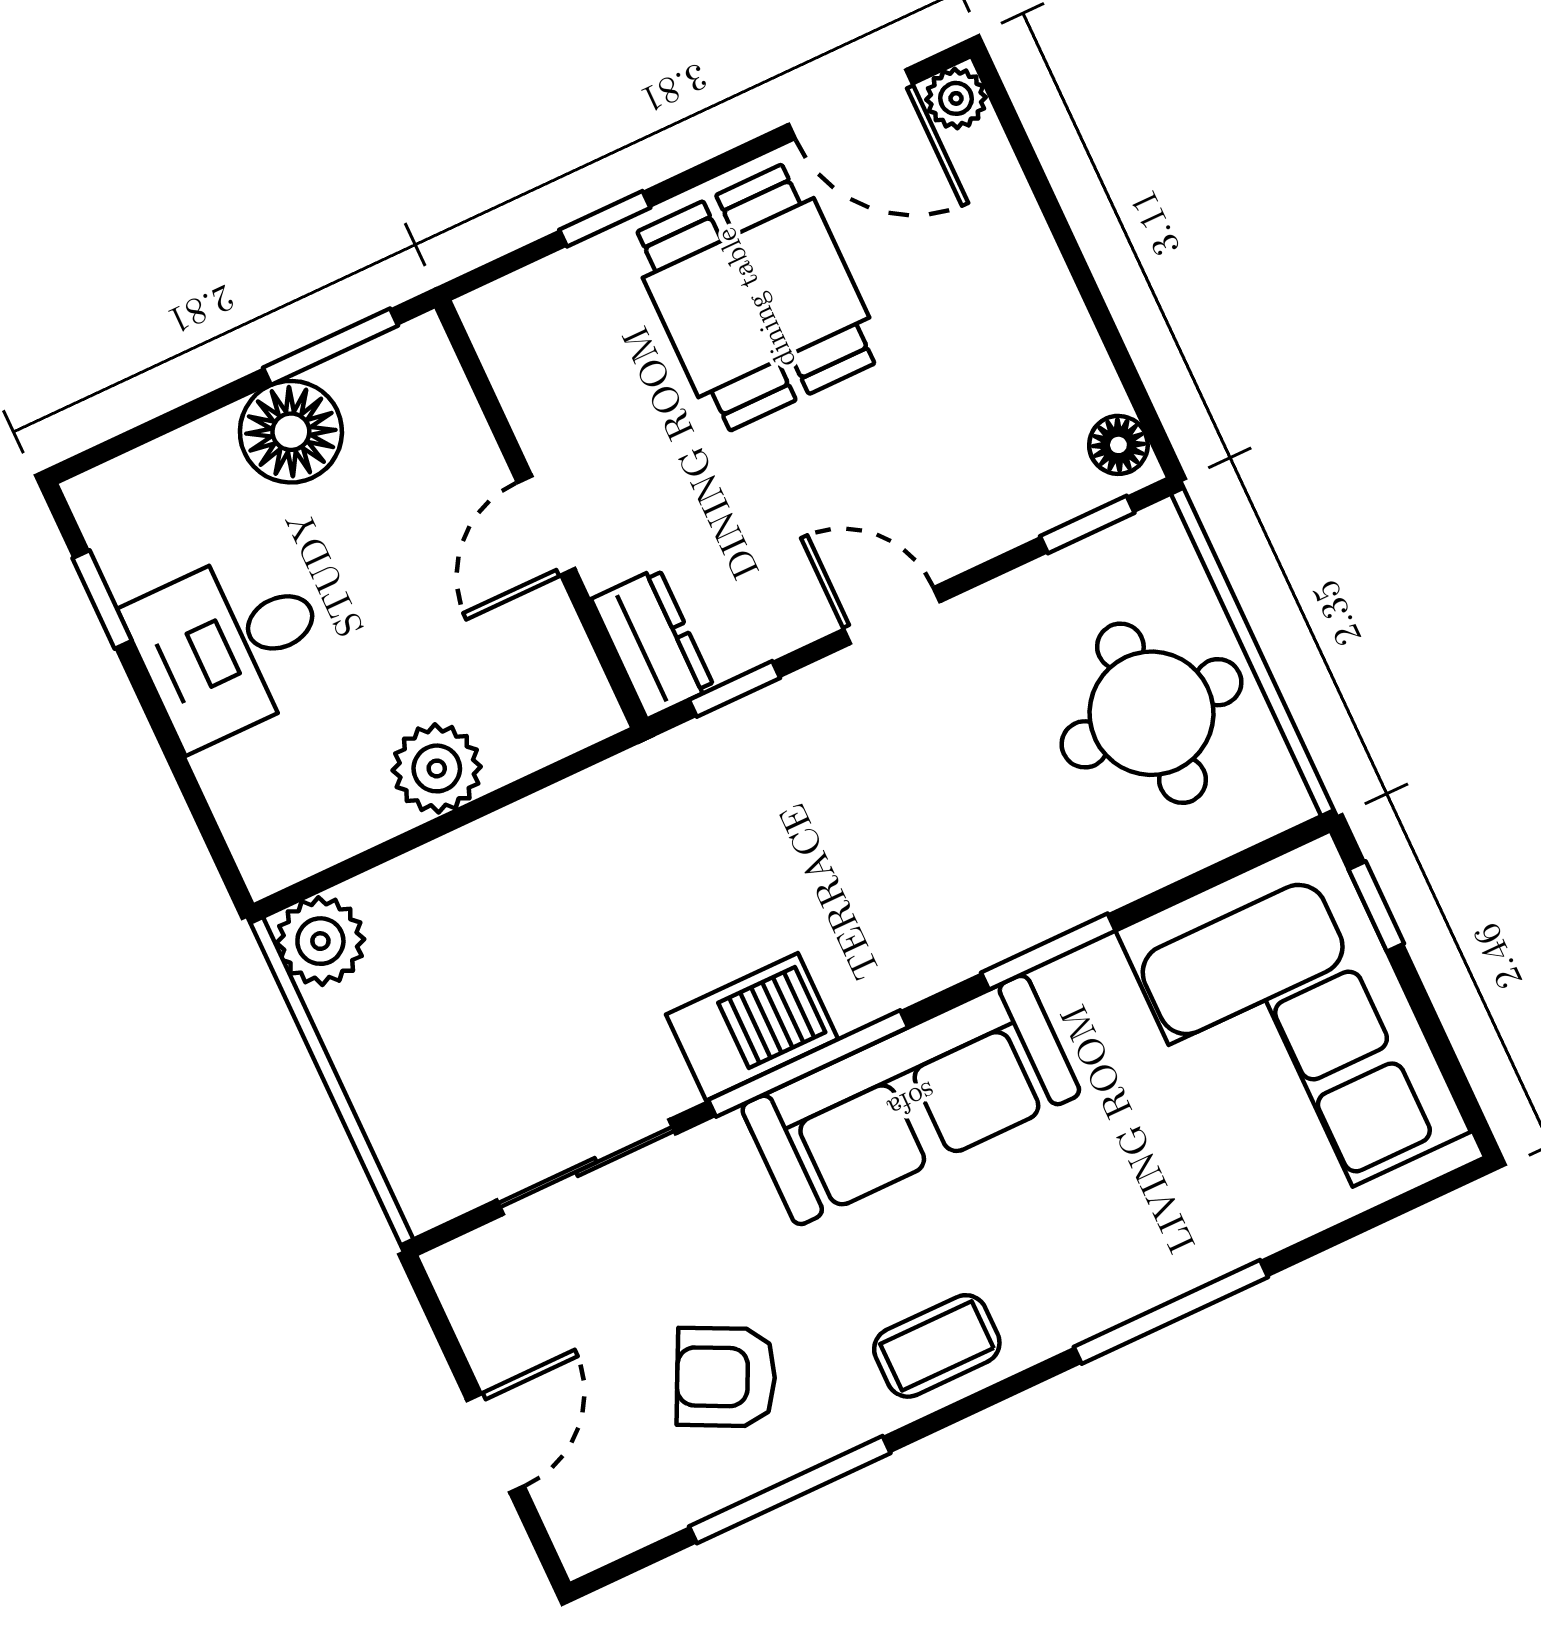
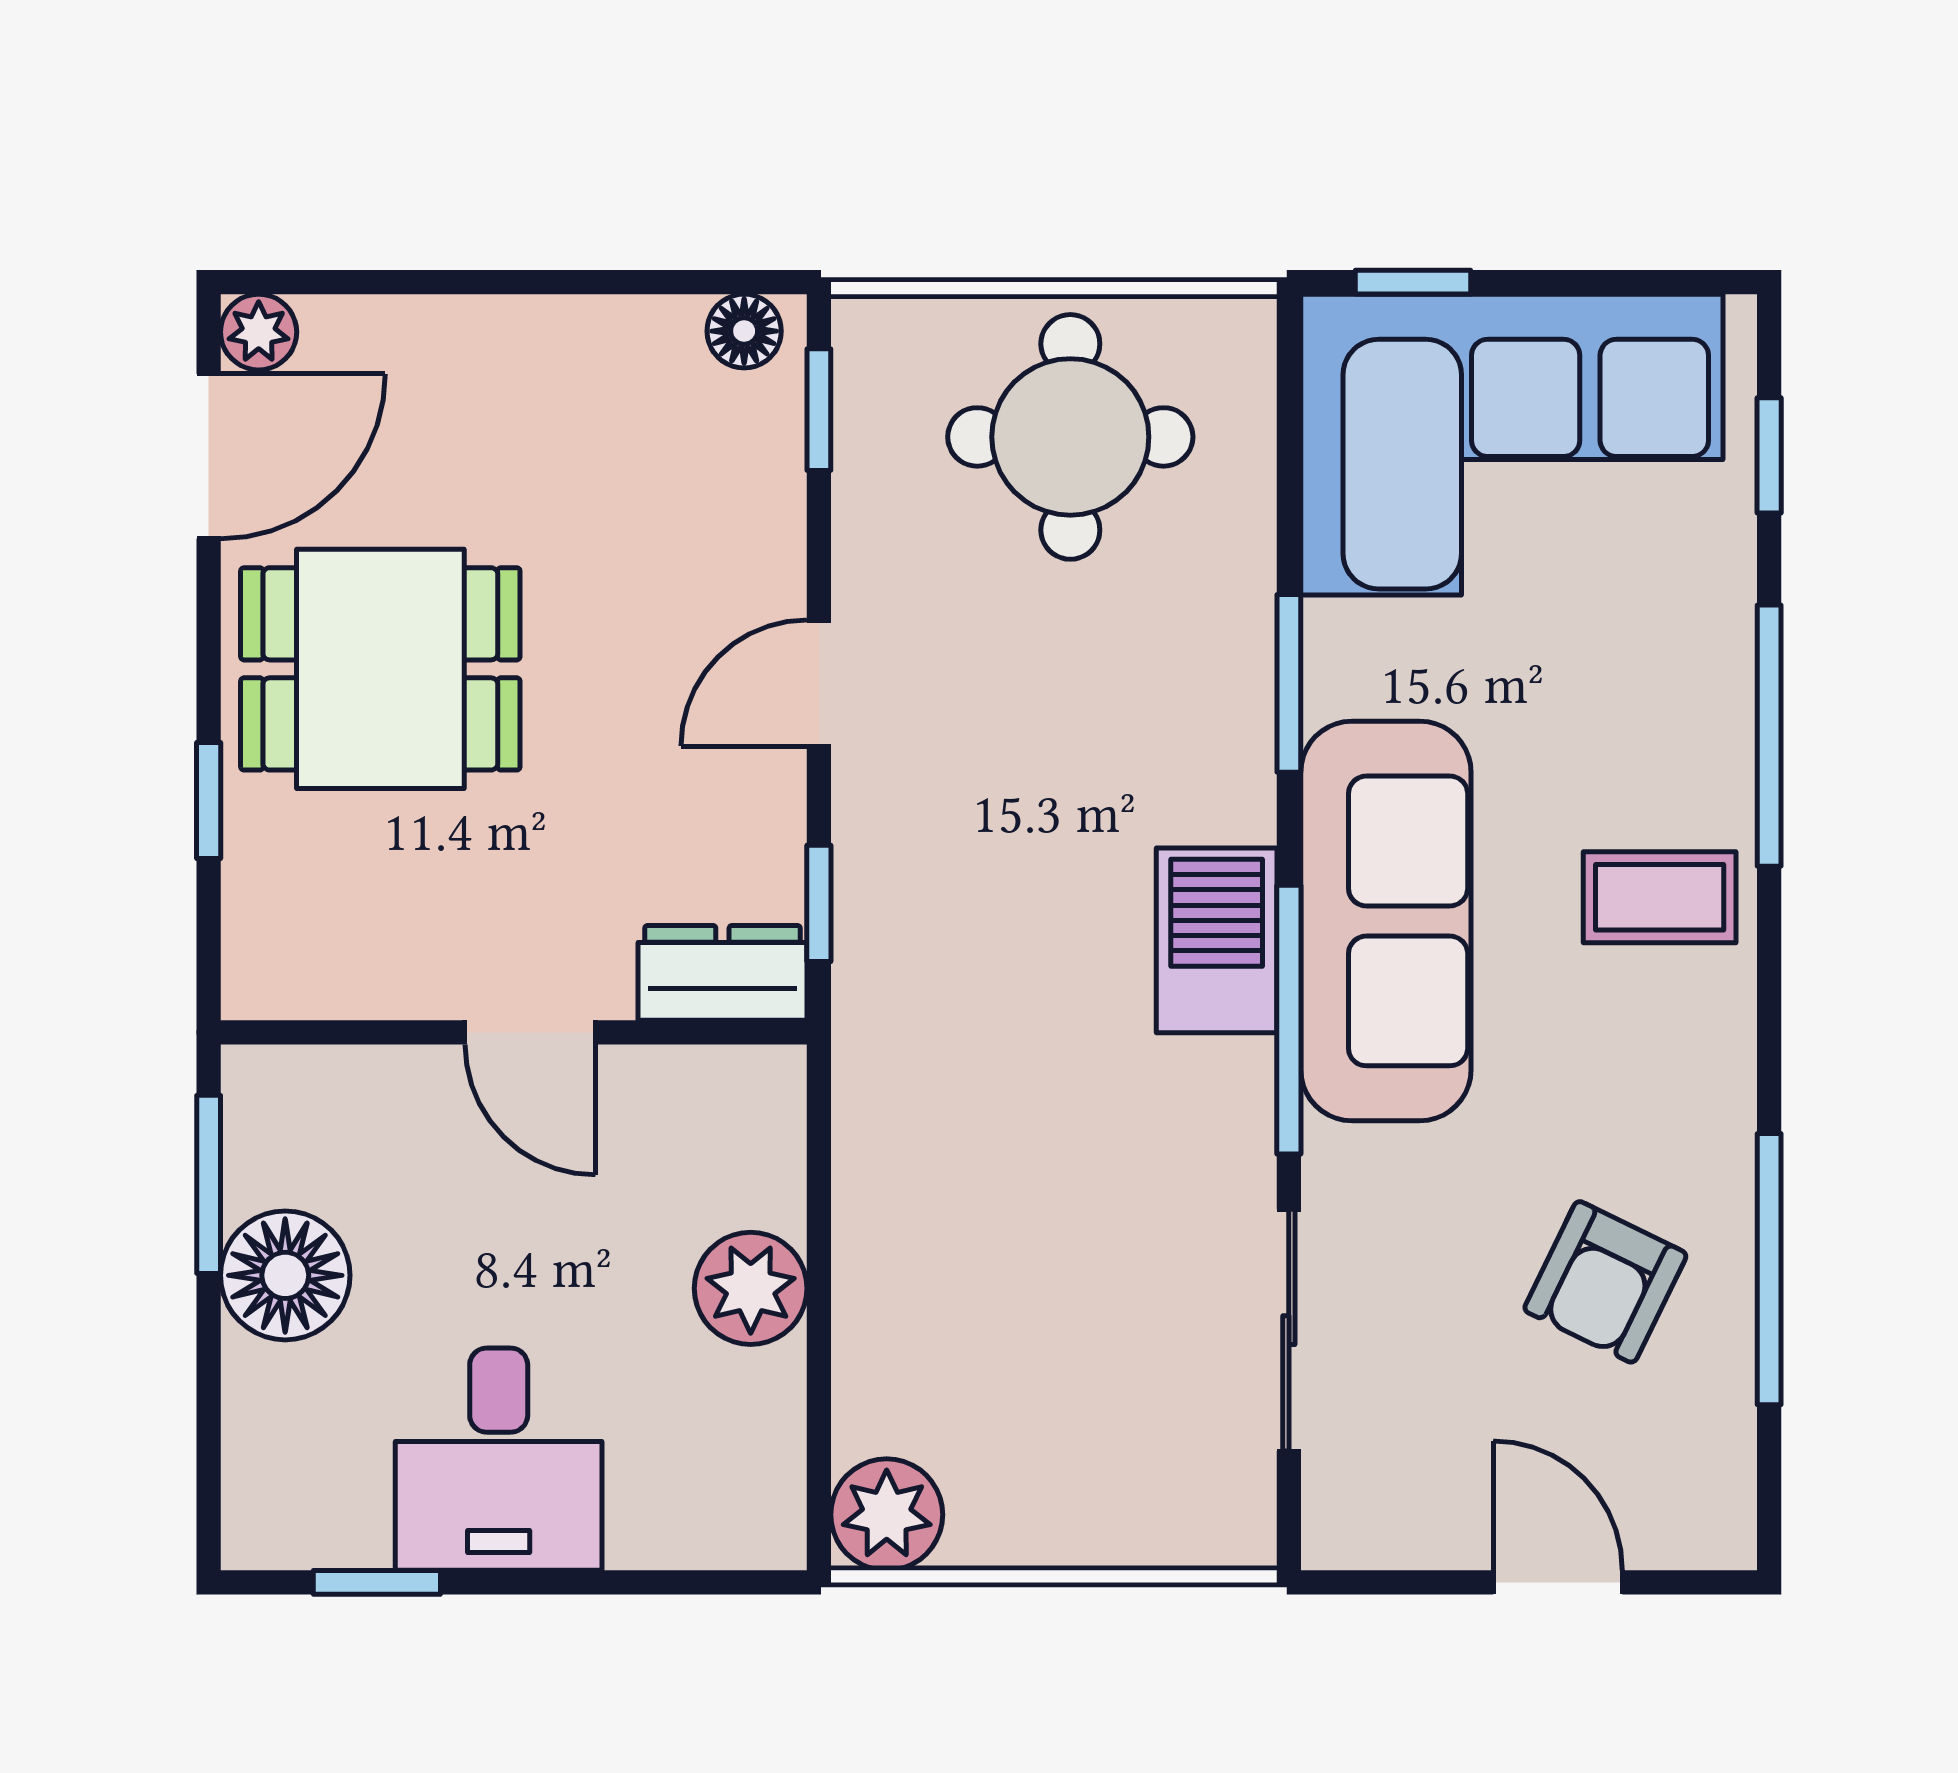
barbecue: (752, 1027) -> (1217, 940), moved
window: (1371, 1219) -> (1769, 455), added
coffee table: (937, 1346) -> (1660, 897), moved, turned 90

